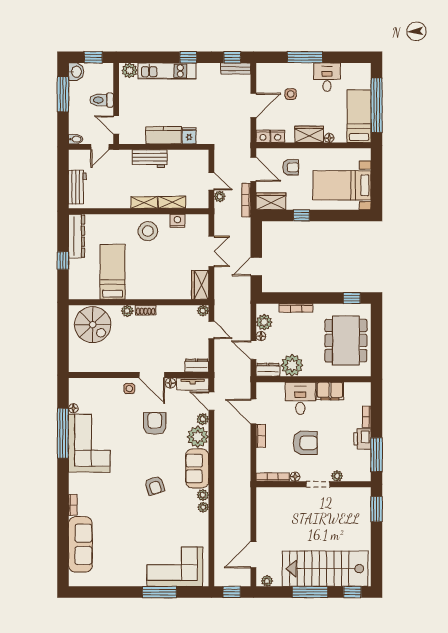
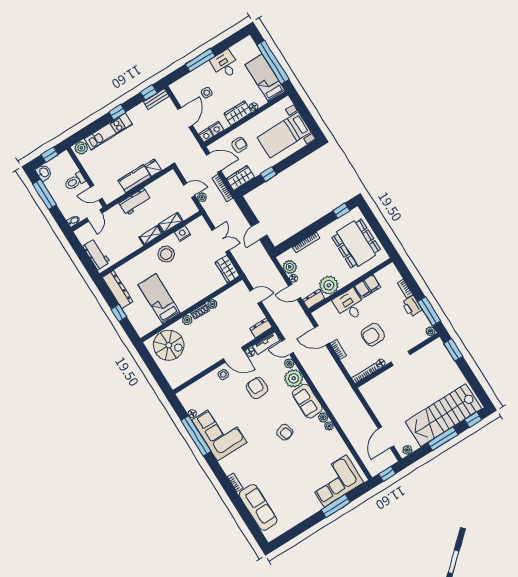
plant: (203, 311) -> (212, 304), moved
armchair: (305, 443) -> (373, 335), turned 180
plant: (337, 476) -> (431, 331), moved

